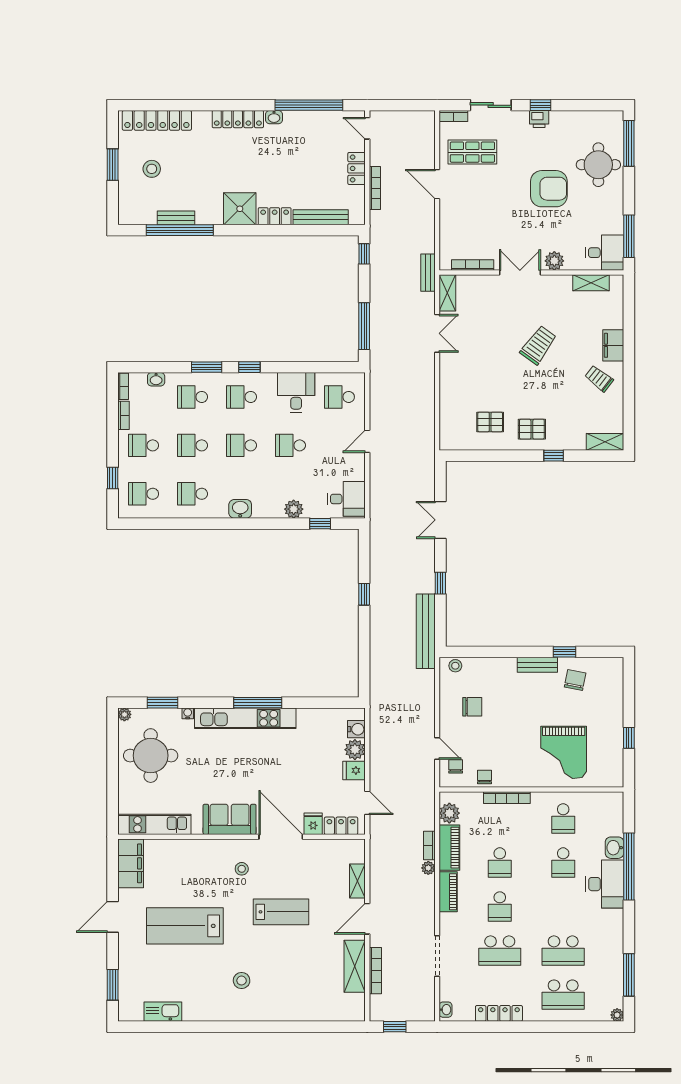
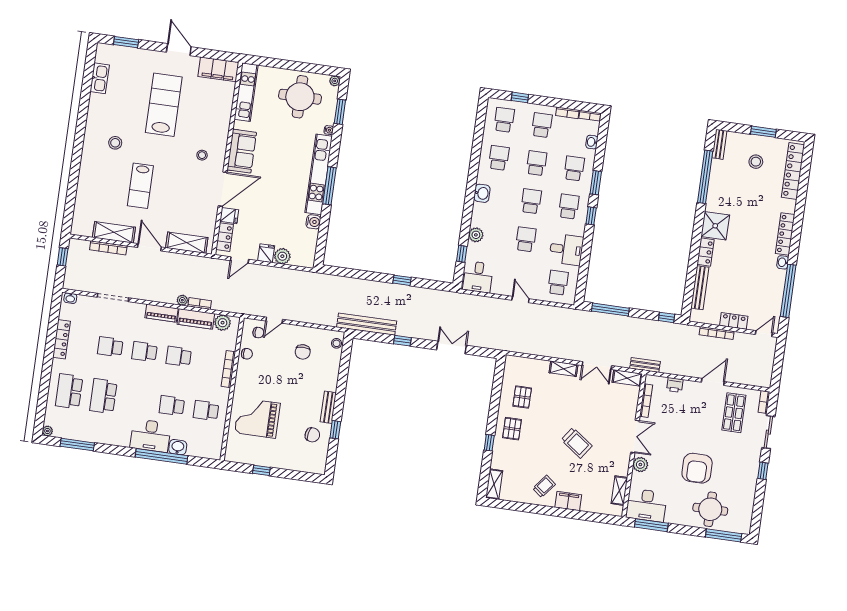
printer: (539, 119) -> (675, 385), moved, turned -90
bench: (176, 218) -> (719, 144), moved
desk: (605, 253) -> (646, 505), width x1.37
shelving: (447, 375) -> (564, 369), added
water cooler: (356, 729) -> (313, 222), moved, turned -90
shelving: (357, 881) -> (187, 243), width x1.50, depth x1.33
lab bench: (281, 912) -> (140, 186), moved
school desk: (500, 951) -> (110, 347), width x0.54

